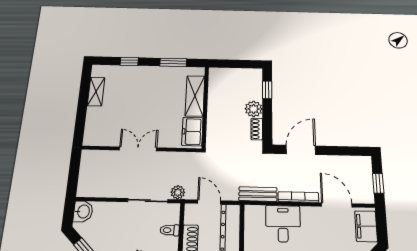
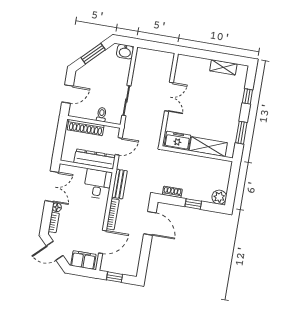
window: (267, 90) -> (193, 204), moved
plant: (254, 109) -> (219, 197), moved
plant: (178, 192) -> (130, 124), removed
desk: (283, 224) -> (98, 184), moved, turned -90

